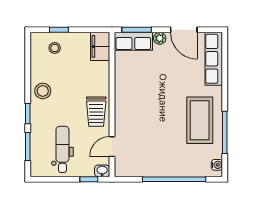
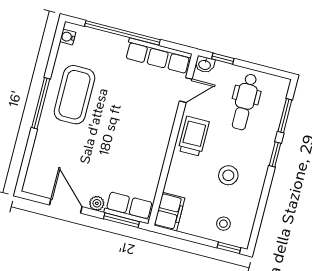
window: (59, 30) -> (229, 248), moved
row of seats: (214, 59) -> (158, 56), moved, turned 90
stool: (43, 91) -> (228, 175), moved
window: (225, 132) -> (41, 103), moved

